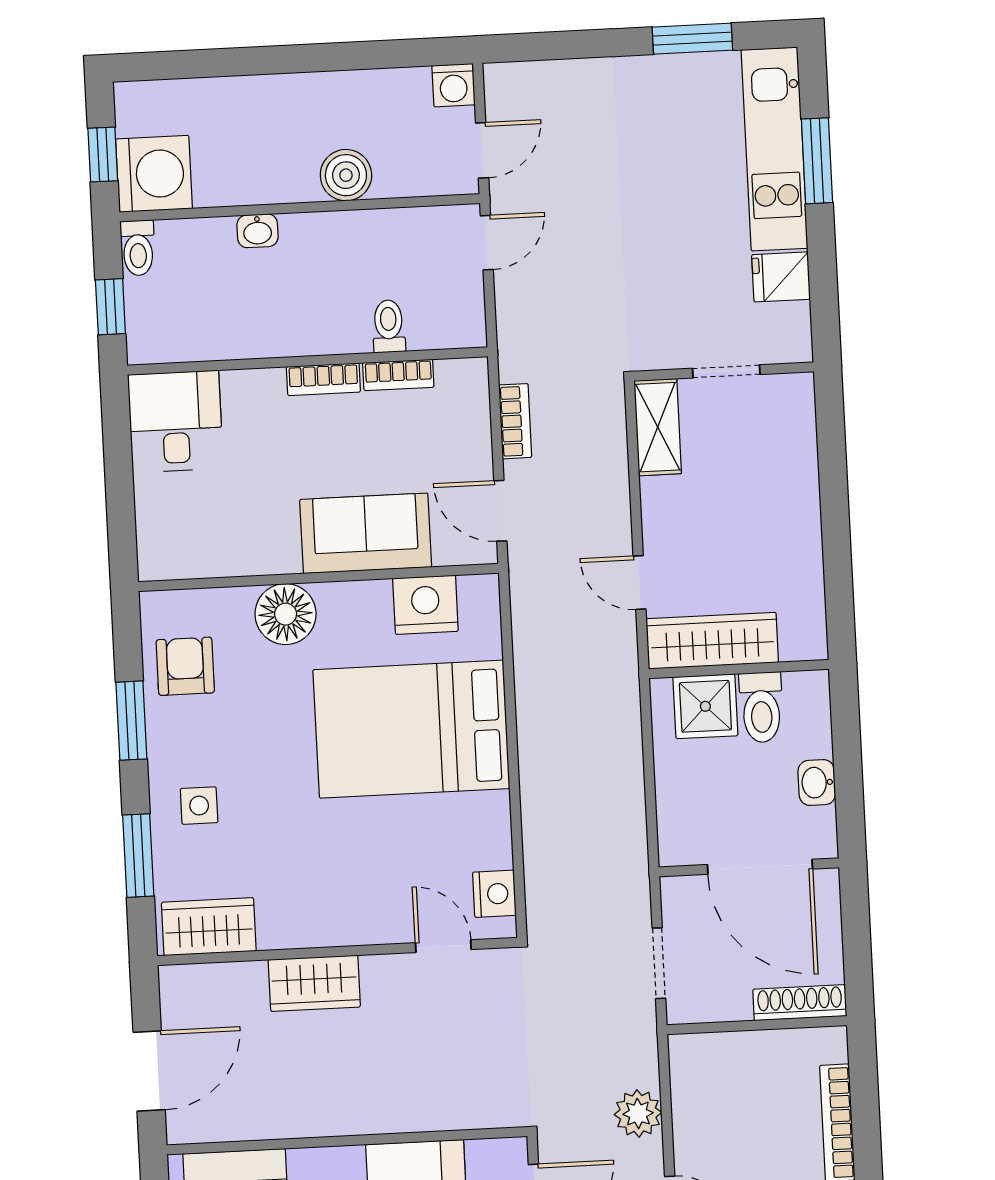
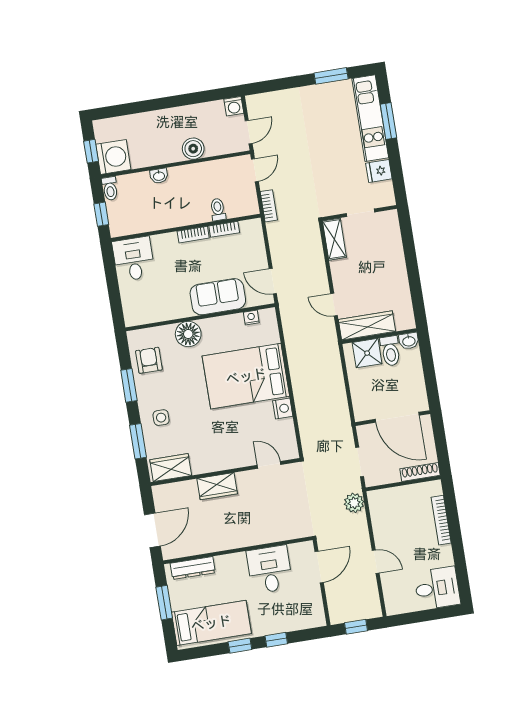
bookcase: (515, 421) -> (269, 206), moved
nightstand: (425, 605) -> (251, 318), width x0.53, depth x0.56
washbasin: (817, 783) -> (409, 341), moved, turned -90
nightstand: (494, 894) -> (283, 408), moved
plant: (638, 1114) -> (354, 503), moved

